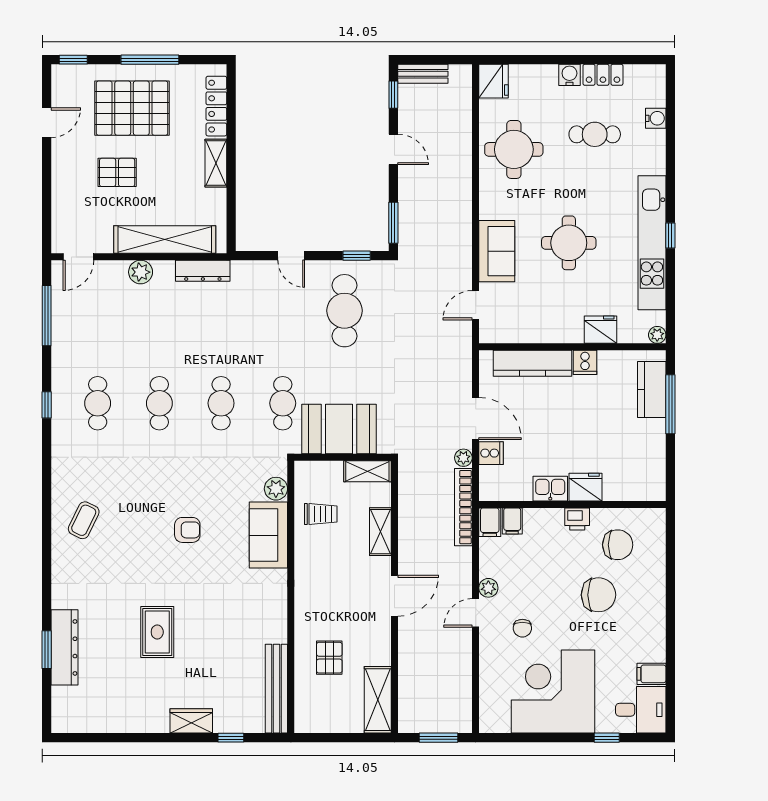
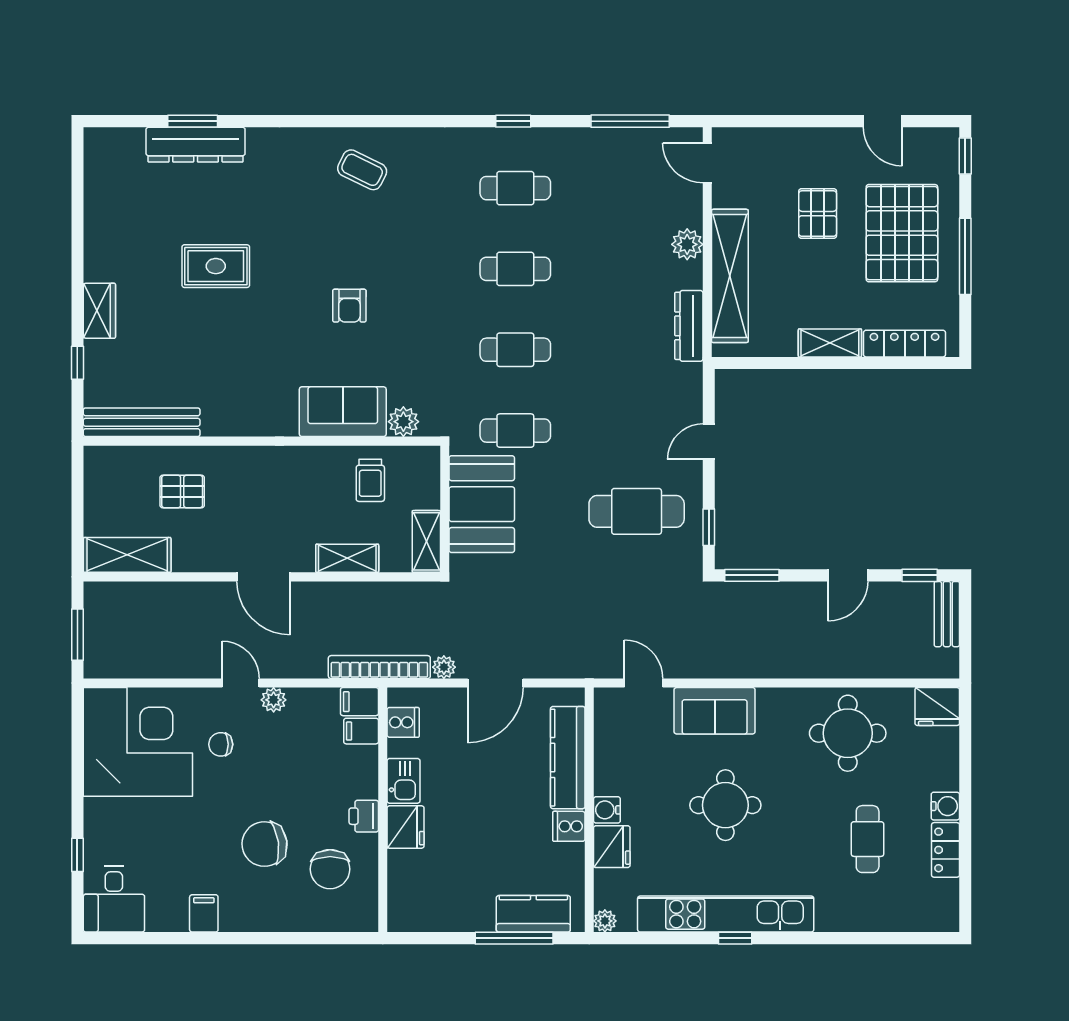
water cooler: (656, 118) -> (607, 810), moved, turned 90
cooker: (491, 453) -> (403, 722), moved, turned -90
chair: (599, 595) -> (264, 844), turned 82
filing cabinet: (651, 674) -> (204, 913), moved
corner desk: (553, 691) -> (138, 742), moved

